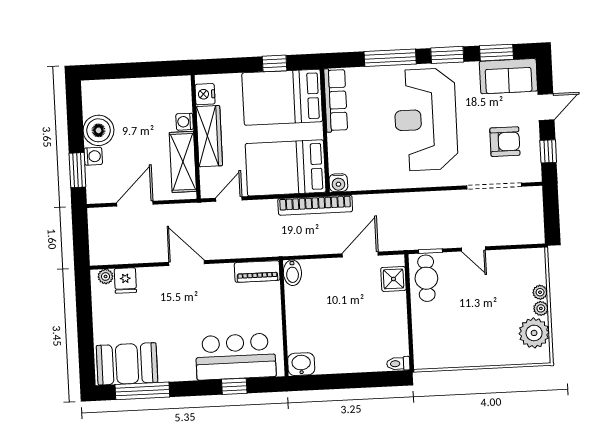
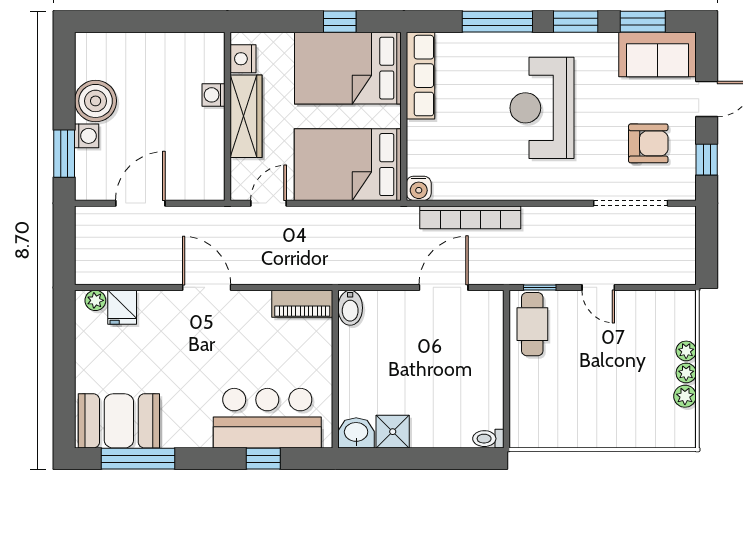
reception desk: (426, 119) -> (542, 108), width x0.74, depth x0.77
shelving: (183, 162) -> (208, 150), removed
bookcase: (315, 205) -> (470, 217), moved
shower: (393, 279) -> (393, 432), moved
plant: (534, 333) -> (685, 396), width x0.53, depth x0.53

